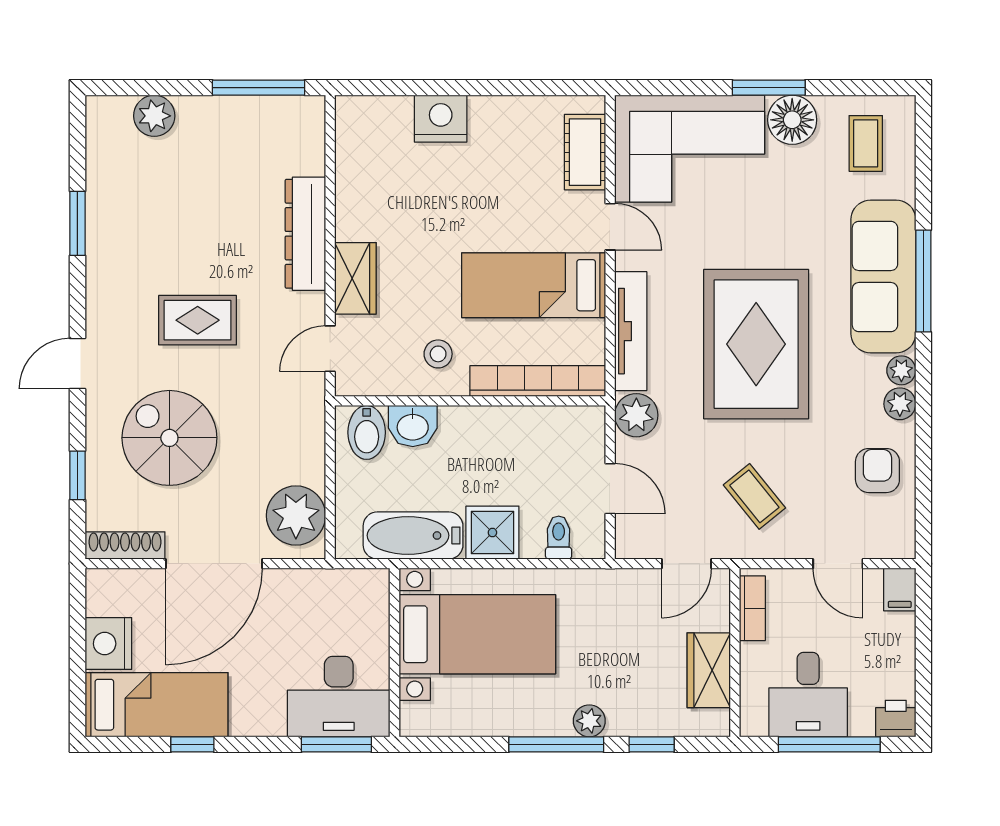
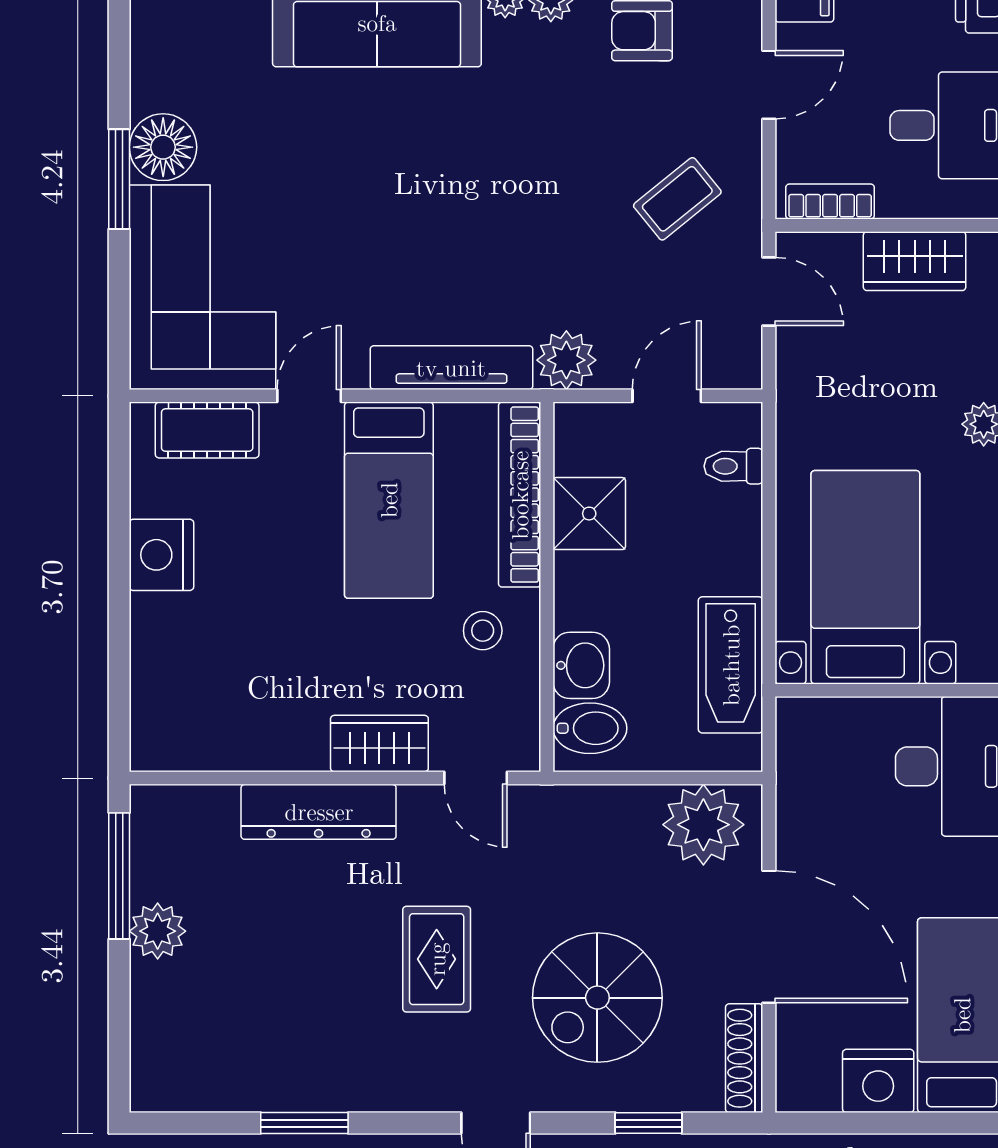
plant: (154, 116) -> (158, 931), moved
nightstand: (441, 119) -> (161, 555), moved
coffee table: (866, 143) -> (195, 47), removed
rug: (756, 344) -> (469, 196), removed
shower: (492, 533) -> (589, 514), moved

